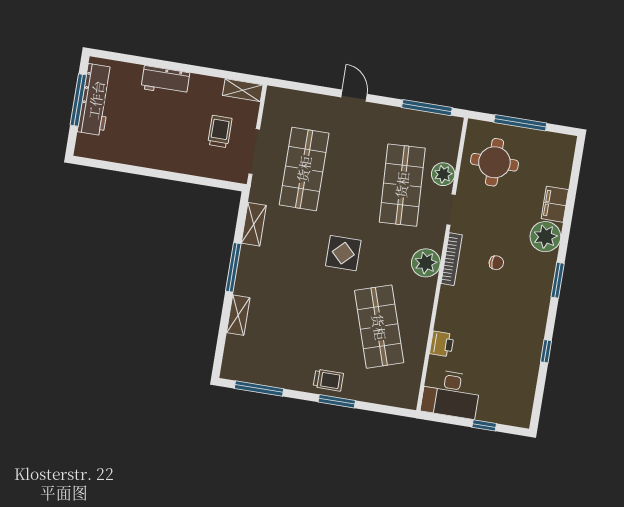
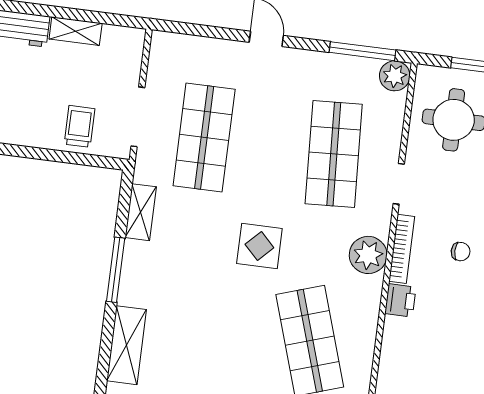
shelving: (243, 90) -> (76, 31), moved
trolley: (220, 131) -> (79, 126), moved
plant: (443, 174) -> (395, 76), moved
shelving: (238, 315) -> (127, 345), width x1.50, depth x1.33
printer: (442, 344) -> (400, 300), moved

